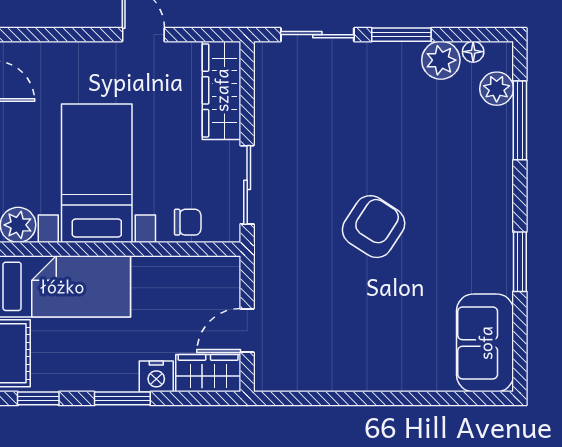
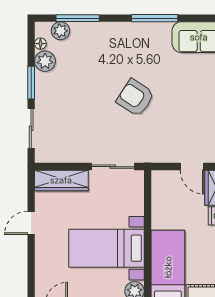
chair: (188, 222) -> (133, 199), removed
window: (520, 262) -> (155, 18), width x1.44

